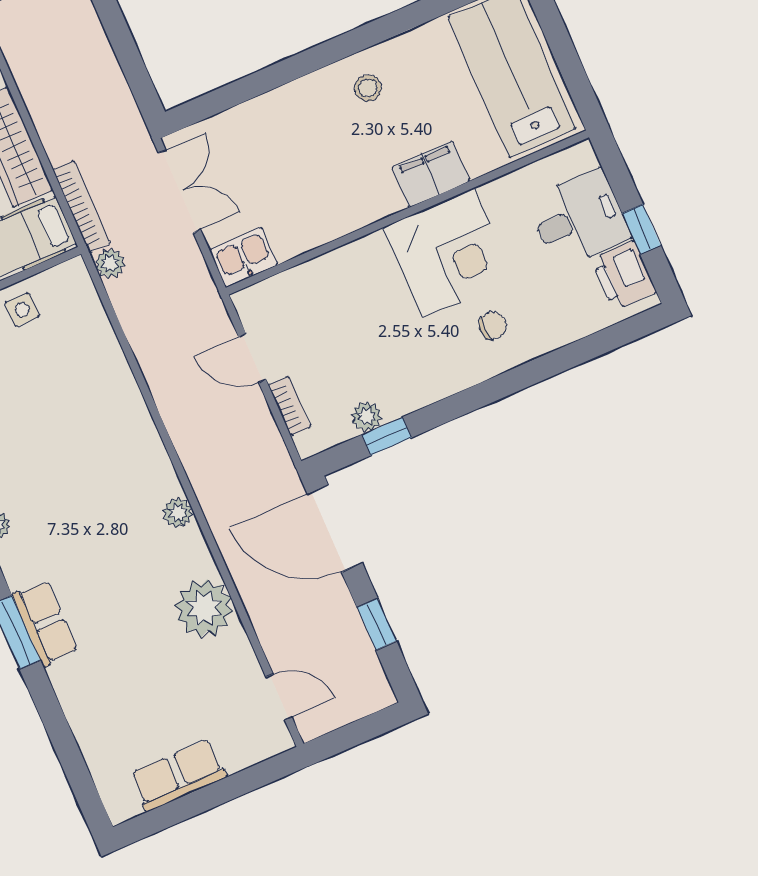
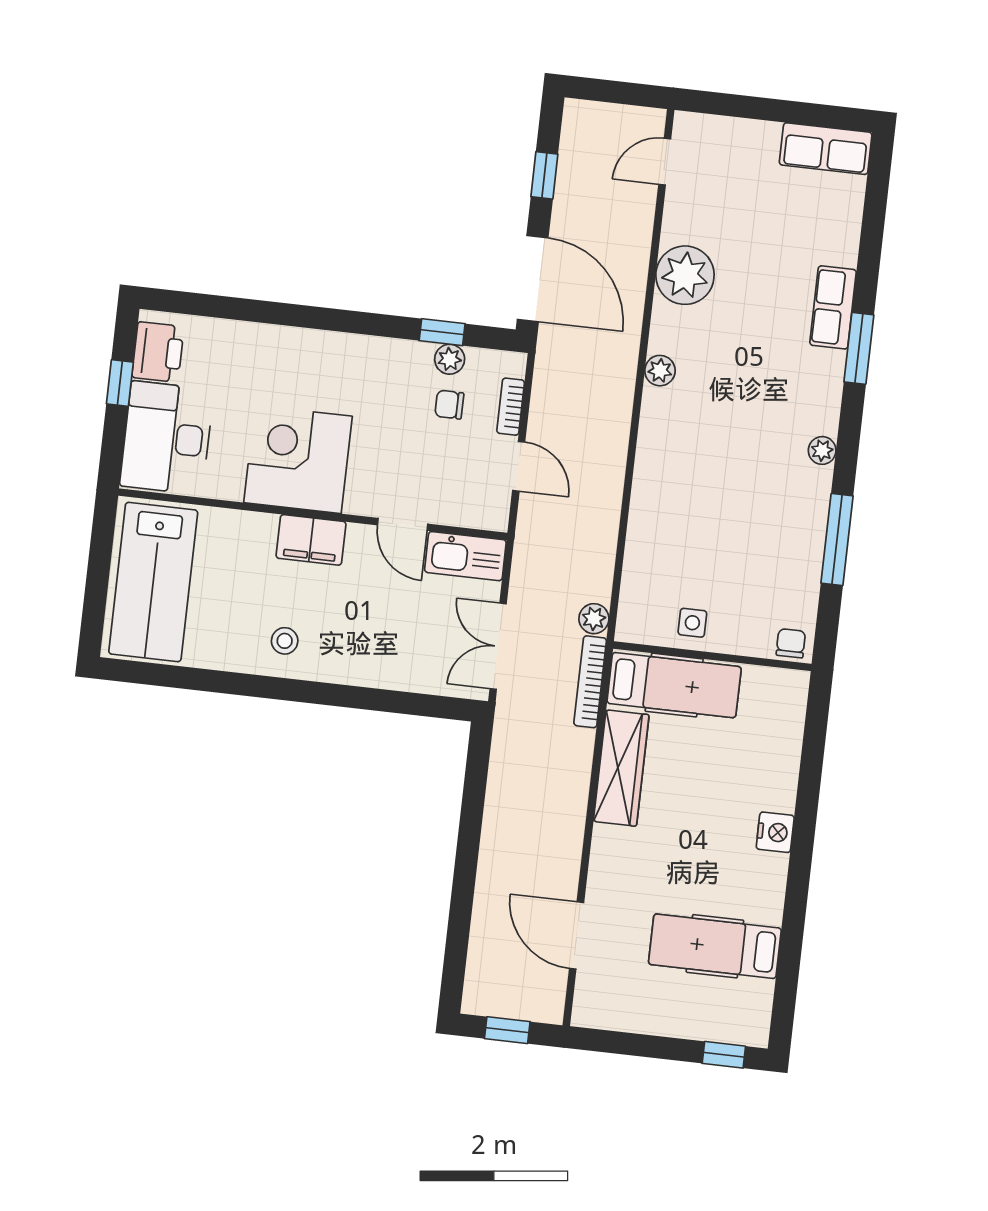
filing cabinet: (431, 174) -> (311, 540), moved
desk: (579, 219) -> (167, 438), width x1.37
door: (324, 249) -> (403, 524), added
kitchen sink: (244, 257) -> (465, 556), width x1.38
chair: (493, 326) -> (449, 405), moved
row of seats: (45, 623) -> (833, 307), moved
door: (279, 697) -> (665, 162), hinge flipped
row of seats: (178, 775) -> (826, 149), moved

